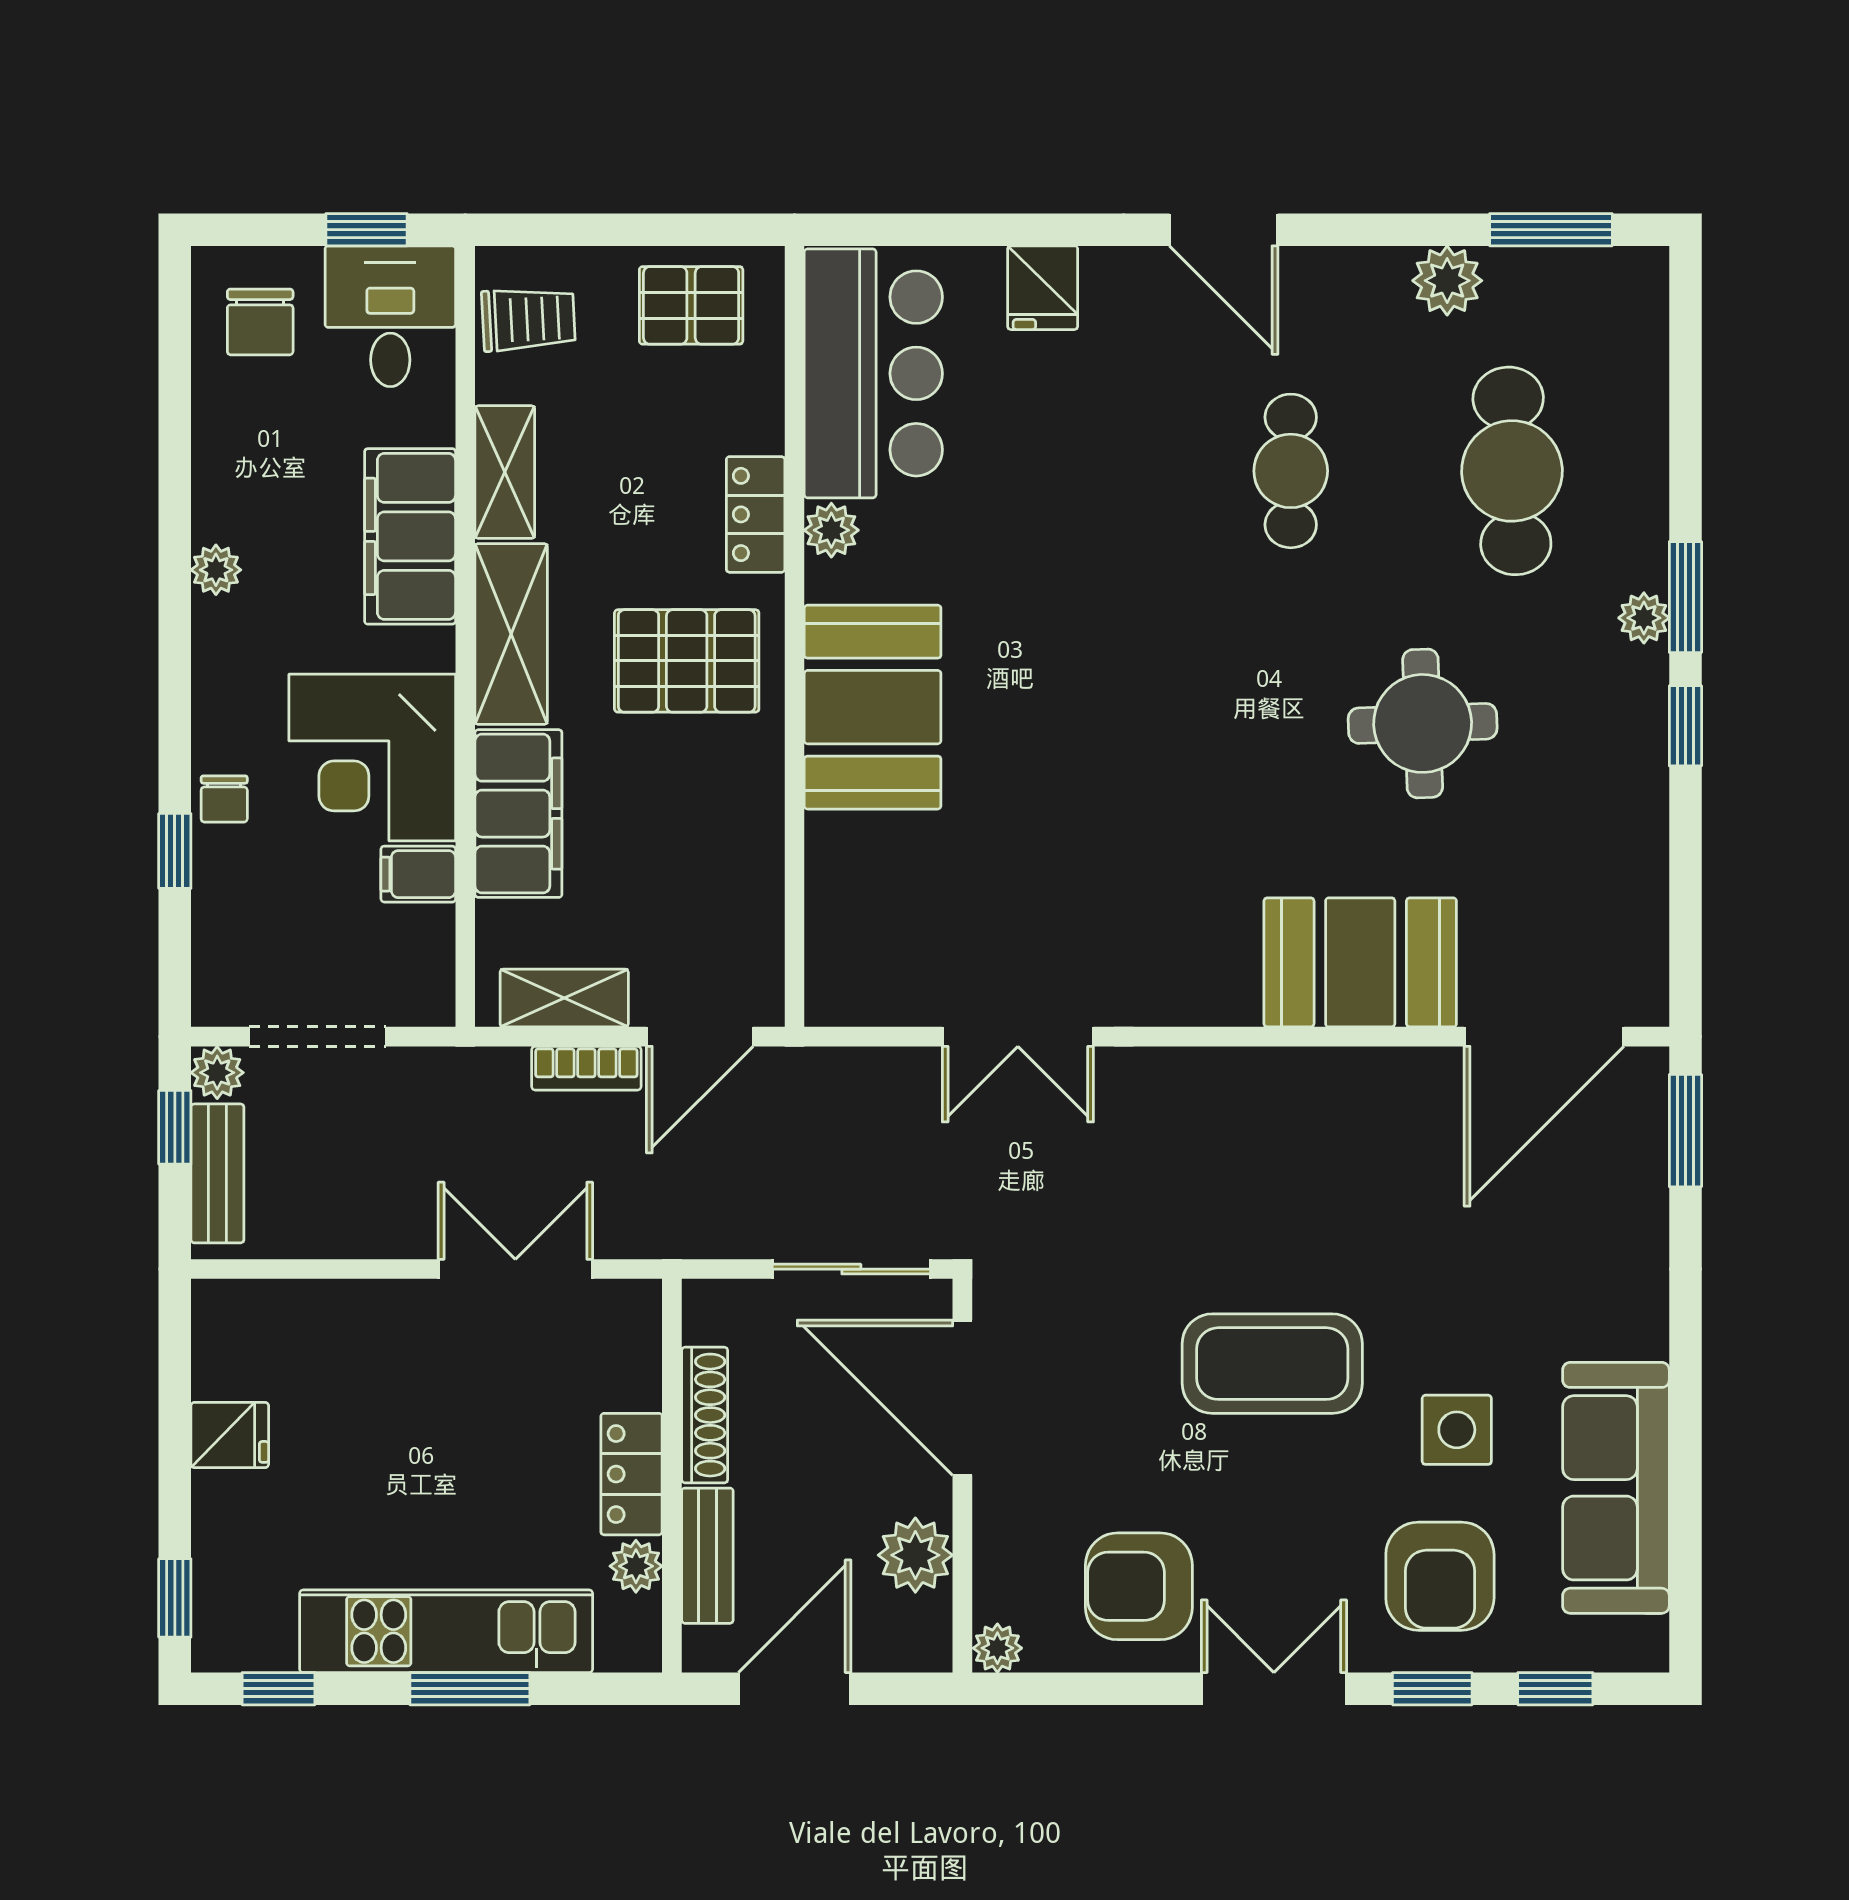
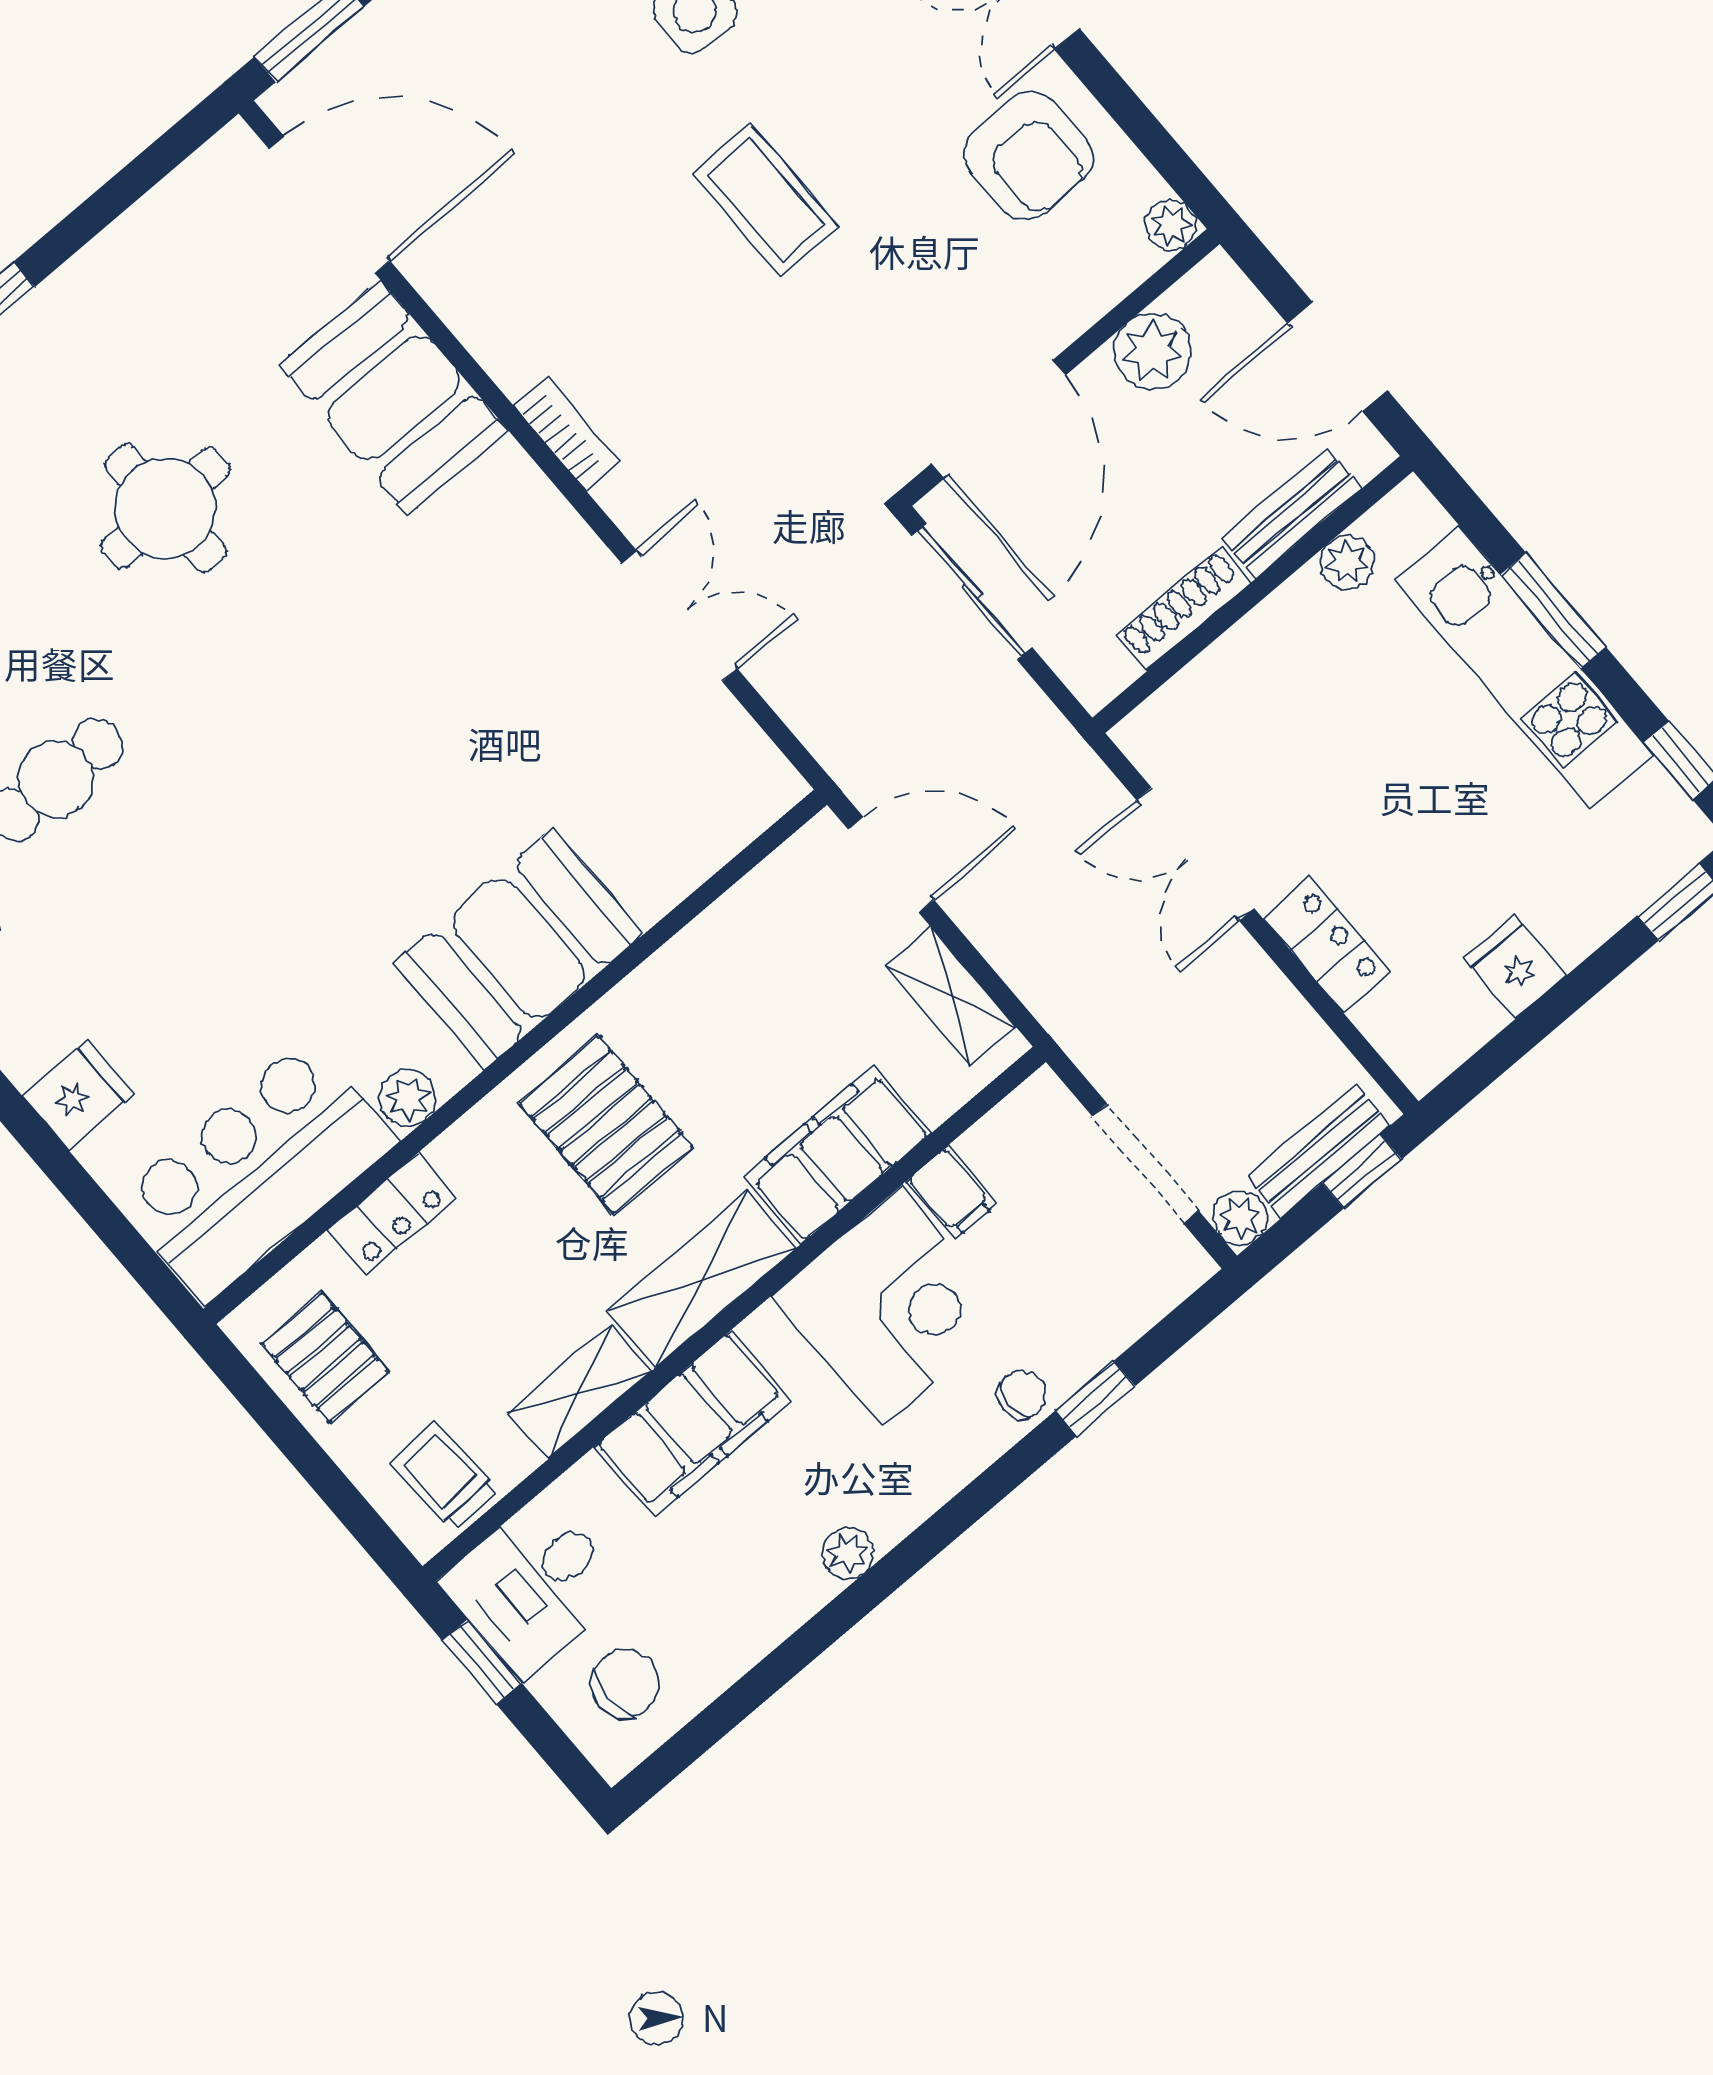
locker: (756, 514) -> (392, 1214), moved
bookcase: (586, 1068) -> (566, 433), moved
window: (175, 1127) -> (1362, 1171), moved
coffee table: (1272, 1364) -> (766, 200), width x0.73, depth x0.76
locker: (631, 1474) -> (1327, 945), moved, turned -90

